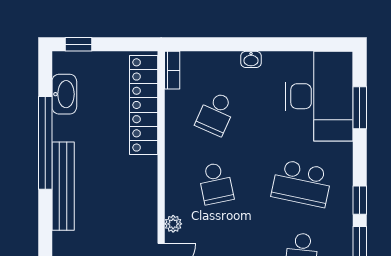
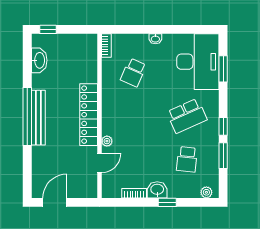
locker: (144, 105) -> (89, 115), moved
window: (45, 143) -> (27, 117), moved
school desk: (216, 183) -> (133, 116), removed
school desk: (302, 183) -> (187, 116), turned -36

